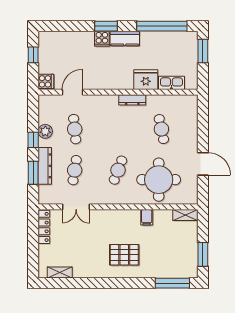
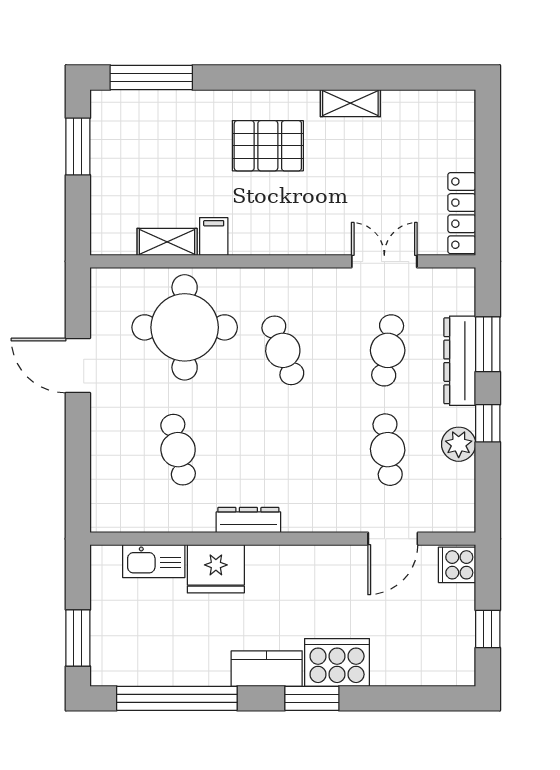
cooker: (102, 39) -> (337, 662), width x1.87, depth x1.31
cafe table: (118, 170) -> (283, 350), turned -42
shelving: (185, 215) -> (167, 242), moved
shelving: (60, 272) -> (350, 103), moved

